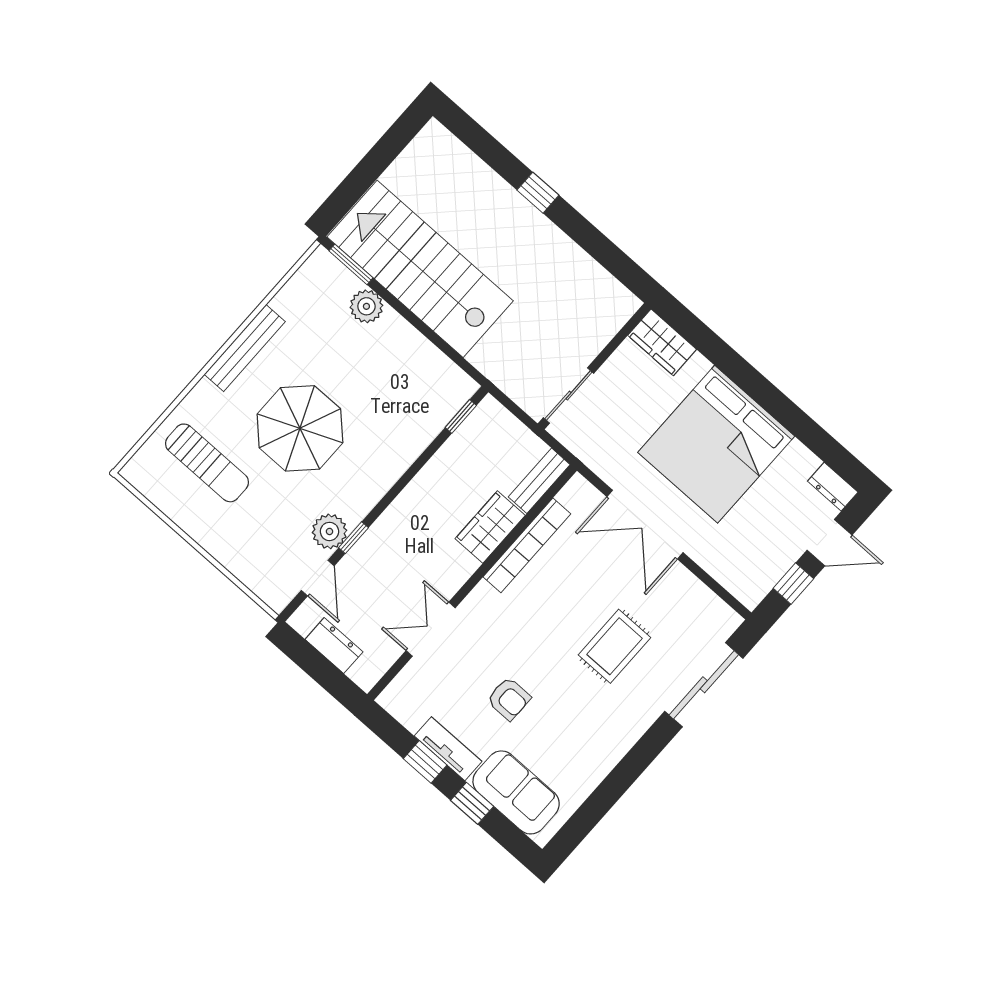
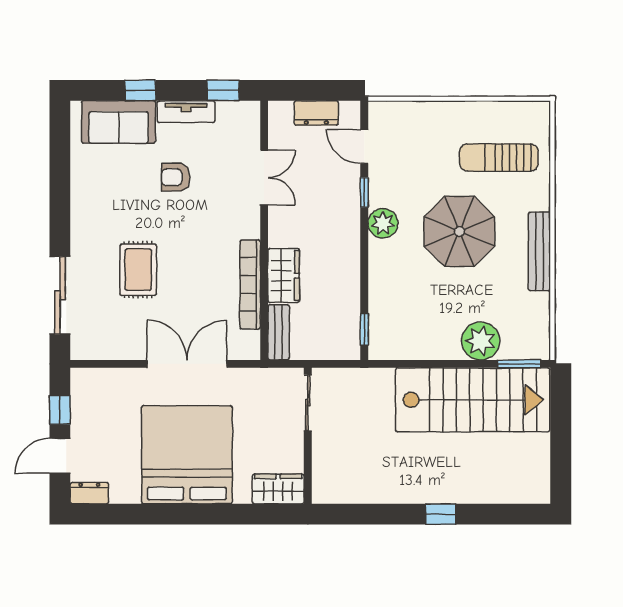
plant: (366, 306) -> (481, 341), width x1.36, depth x1.36
plant: (330, 531) -> (383, 223), moved
window: (425, 762) -> (223, 90), moved

